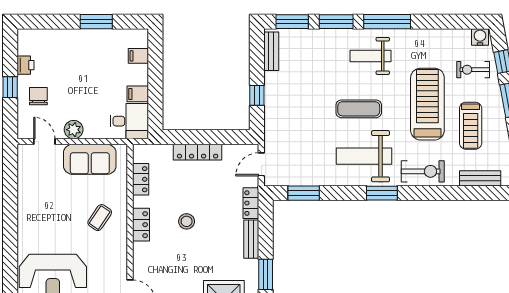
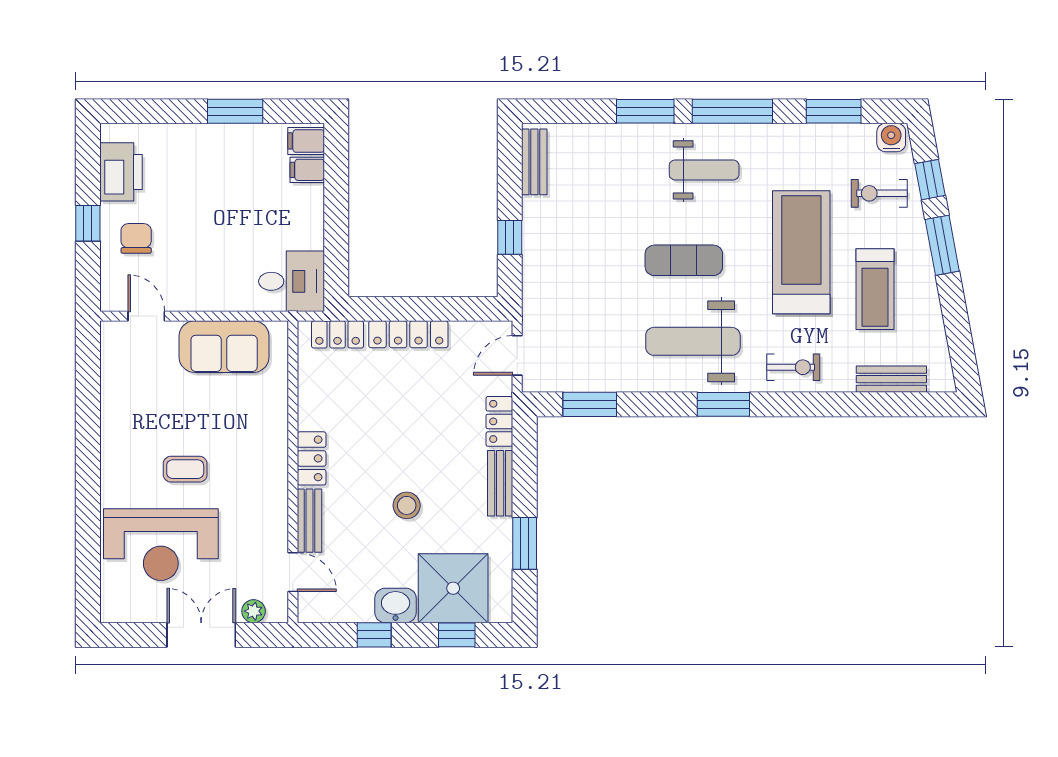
window: (292, 22) -> (834, 111), moved
weight bench: (371, 56) -> (704, 170), turned 180
printer: (25, 65) -> (121, 172), width x1.87, depth x1.48
filing cabinet: (138, 94) -> (306, 141), moved
plant: (74, 130) -> (196, 296), removed
exercise bike: (423, 171) -> (793, 367), width x0.73, depth x0.72
locker: (141, 179) -> (338, 334), moved, turned 90
coffee table: (100, 218) -> (185, 469), moved, turned 56
stool: (187, 221) -> (407, 505), moved
bench: (140, 261) -> (309, 521), added

